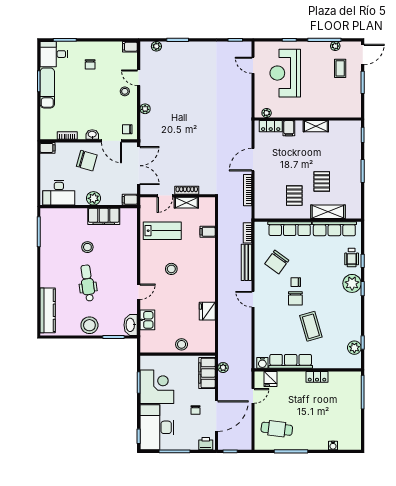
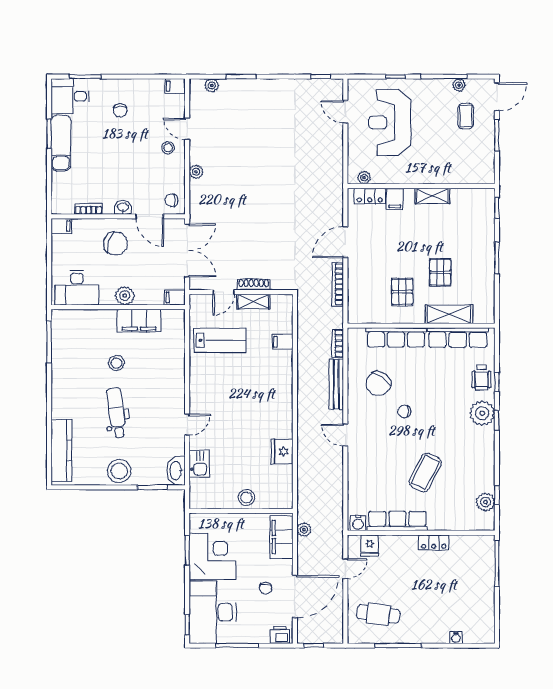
stool: (171, 269) -> (232, 393), removed
chair: (295, 298) -> (404, 434), removed
coffee table: (311, 326) -> (425, 472), turned 43

